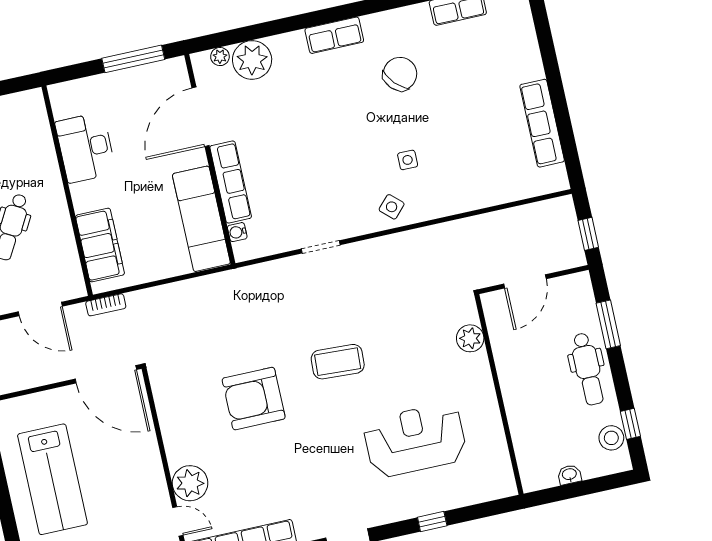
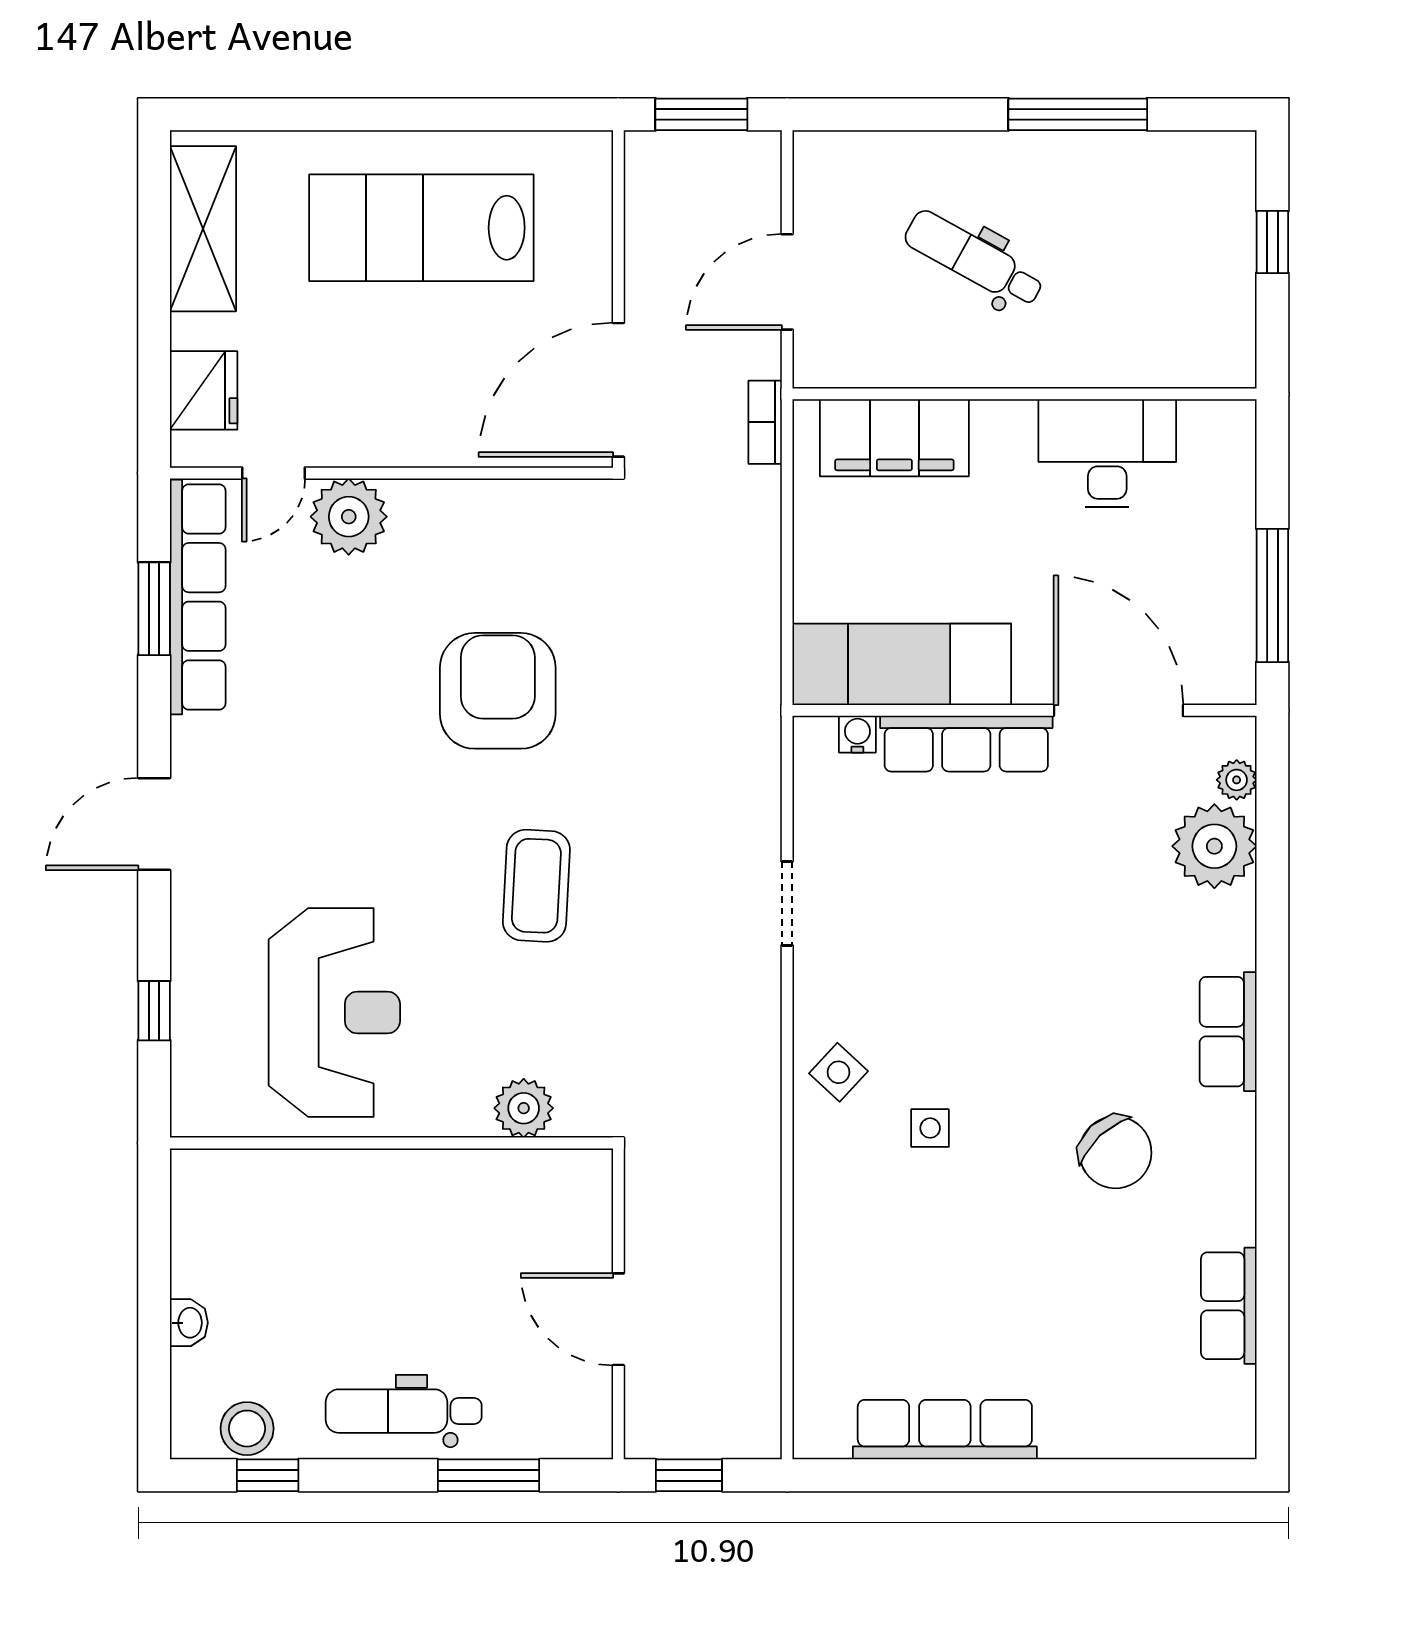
plant: (470, 338) -> (524, 1108), moved
wall: (499, 394) -> (391, 1143), moved

